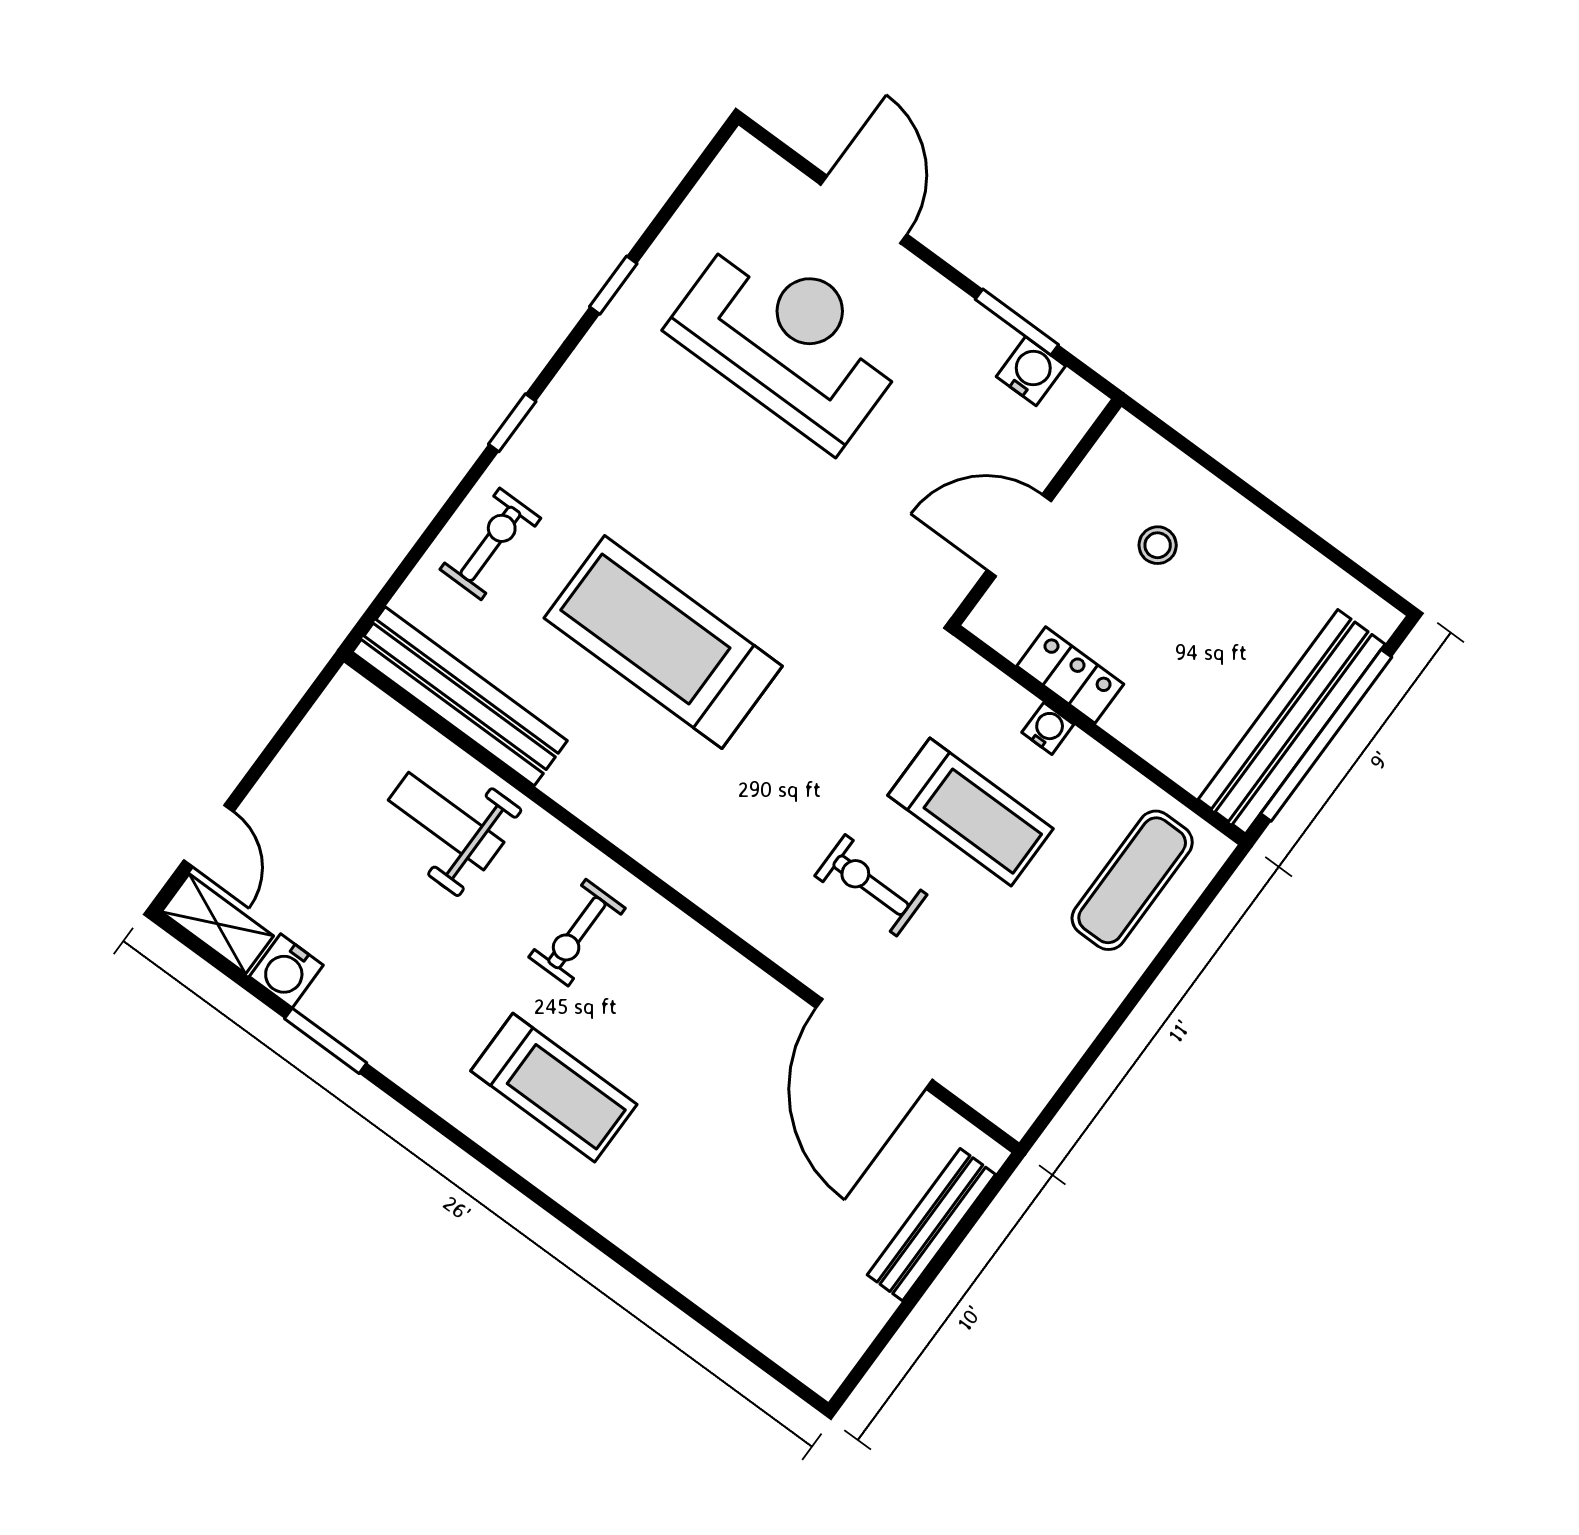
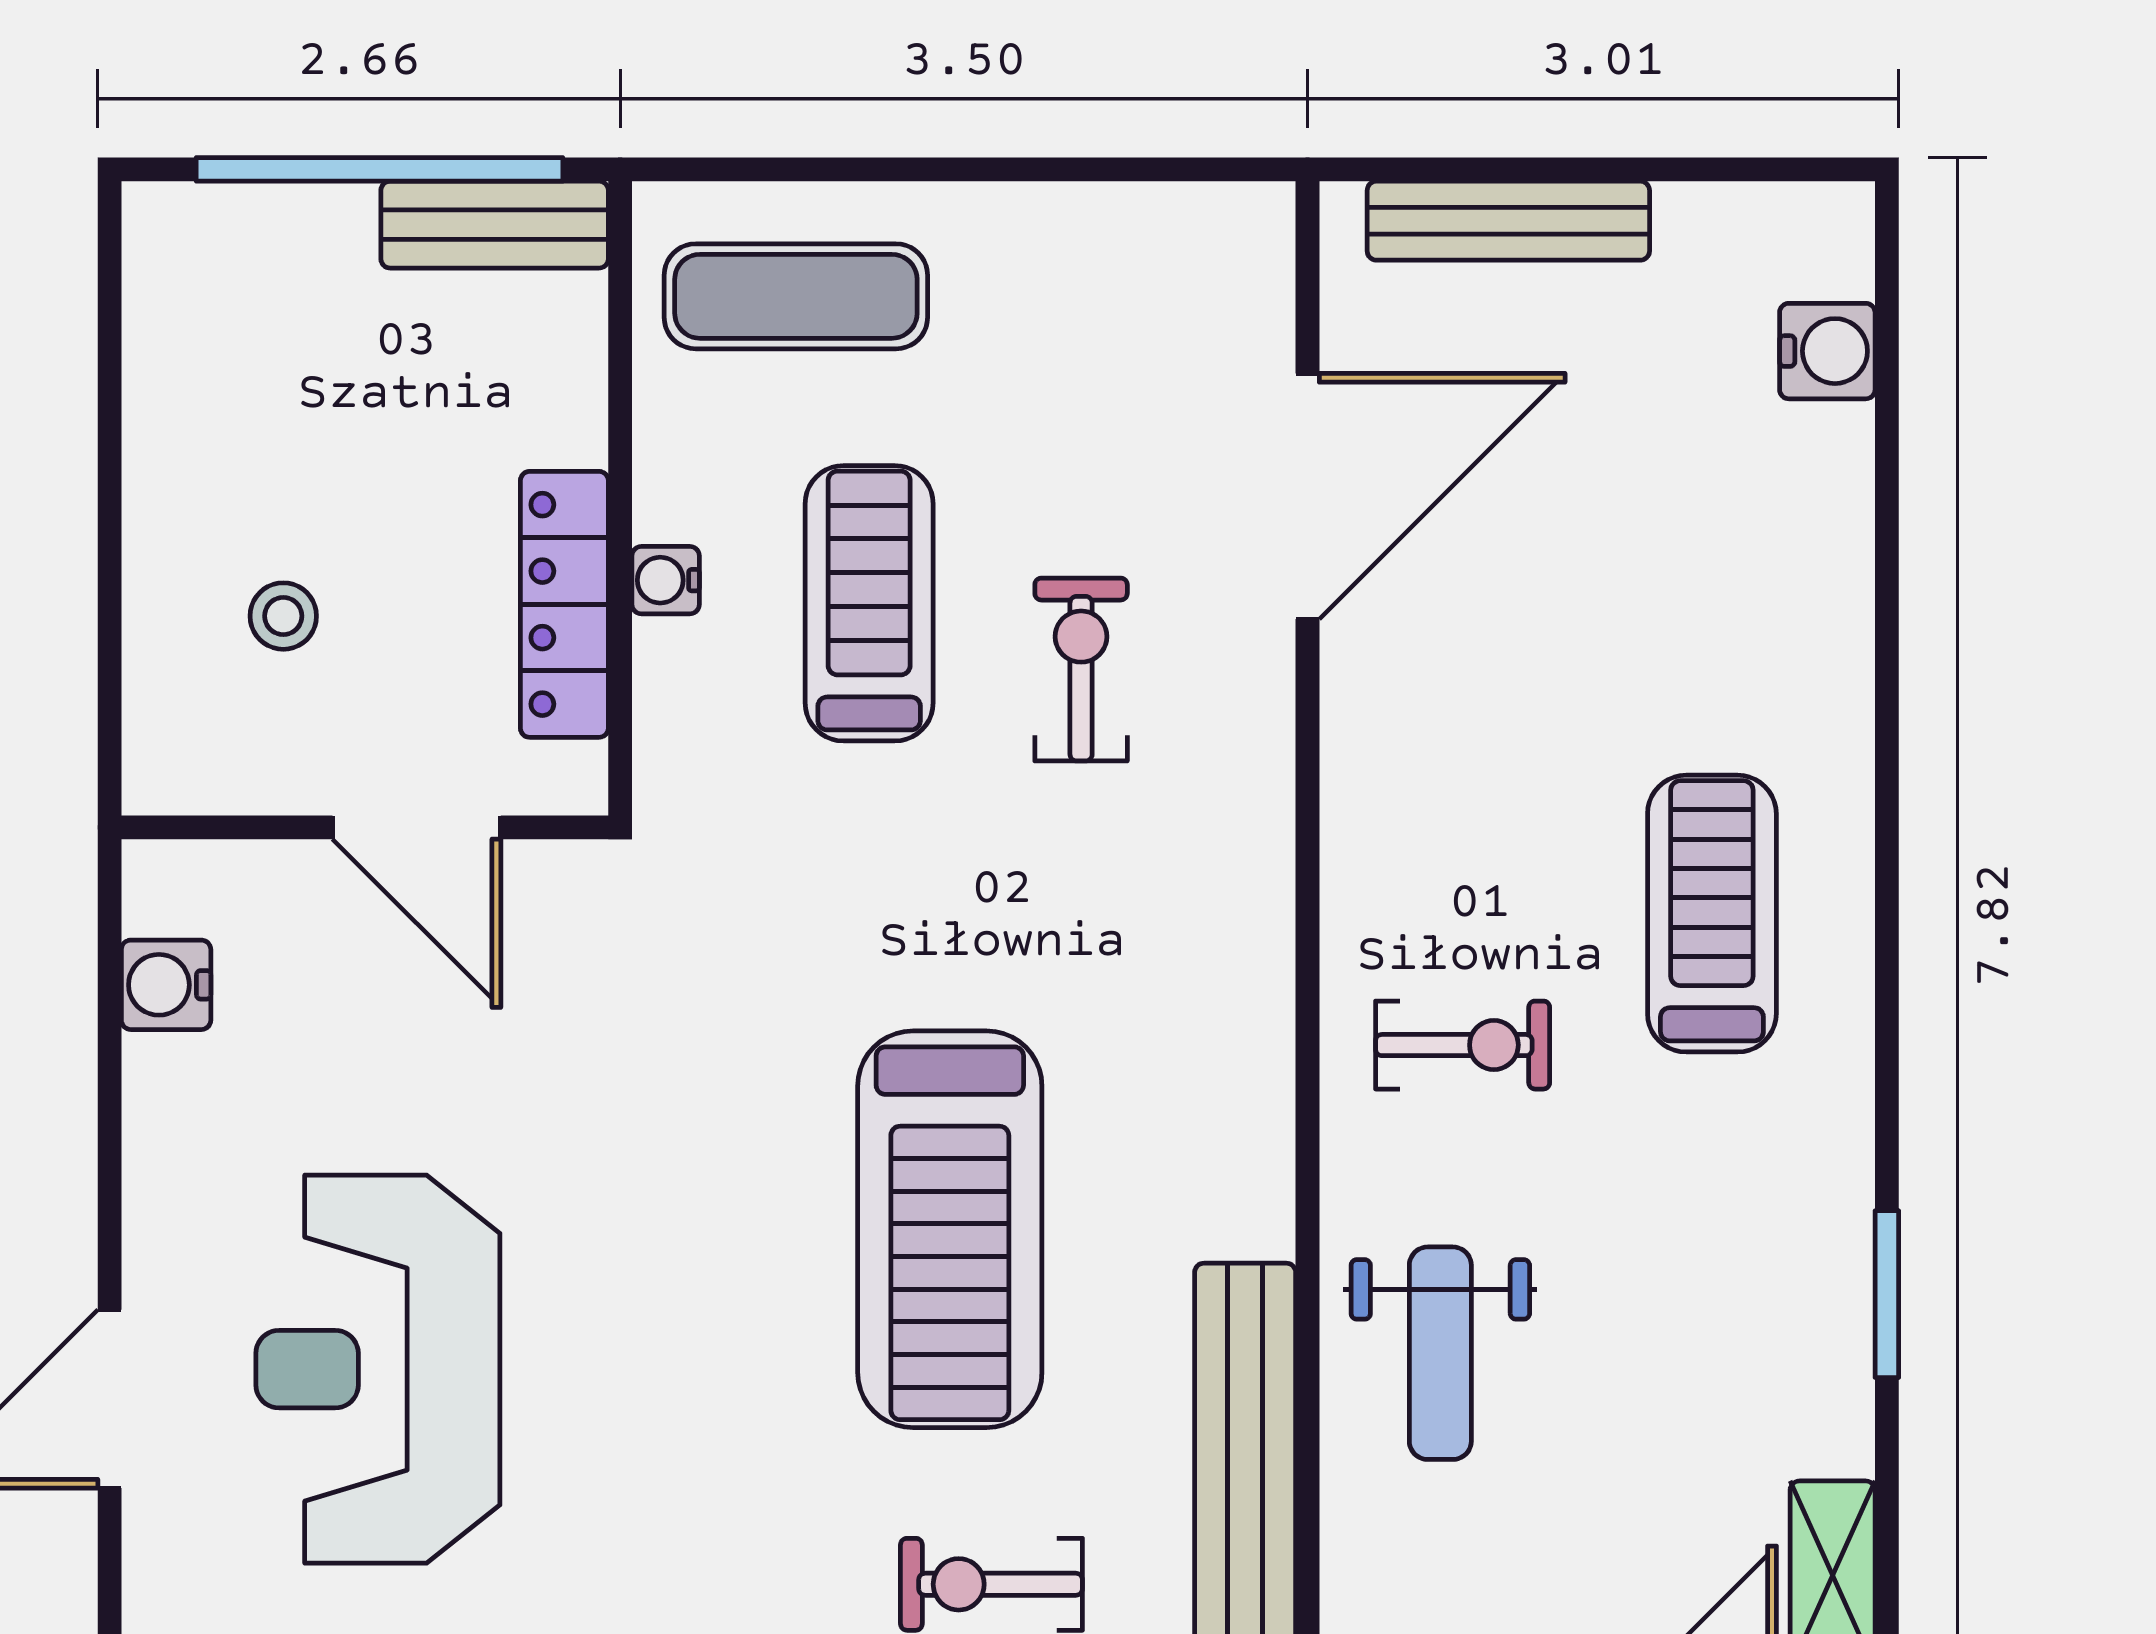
window: (1017, 322) -> (110, 1058), removed
locker: (1070, 675) -> (564, 604), width x1.53
bench: (1292, 722) -> (495, 225), width x0.54, depth x0.82
exercise bike: (871, 885) -> (1081, 670), turned 180
water cooler: (286, 971) -> (1827, 351), moved

